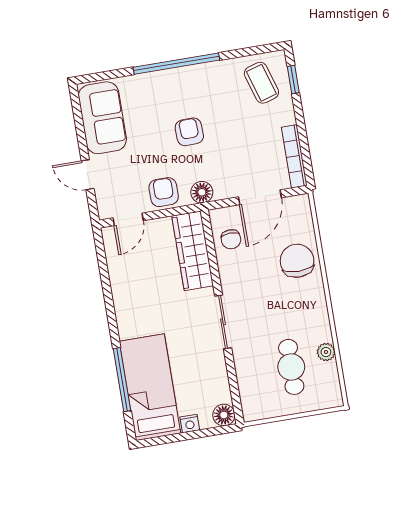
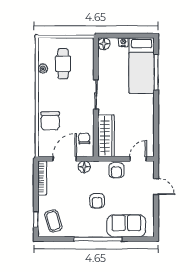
sofa: (102, 118) -> (126, 226), moved, turned 90
floor lamp: (202, 192) -> (84, 167), moved

